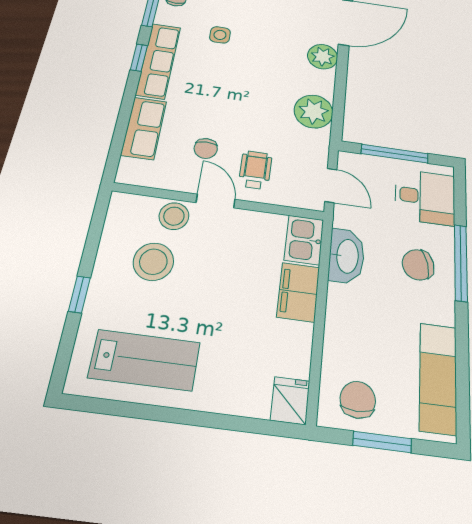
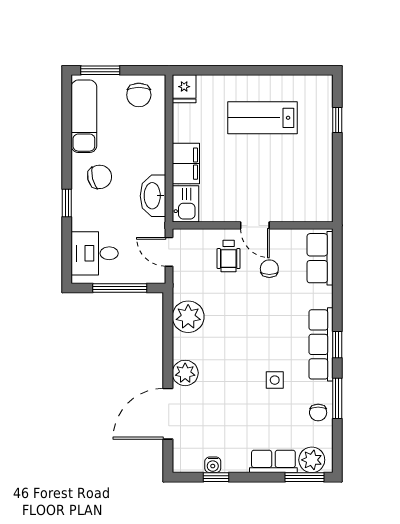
row of seats: (144, 128) -> (320, 258), moved
stool: (174, 216) -> (283, 209), removed
stool: (153, 262) -> (292, 172), removed
window: (461, 263) -> (67, 203), width x0.46
chair: (418, 265) -> (100, 177), moved
window: (79, 294) -> (337, 120), moved
lab bench: (145, 360) -> (262, 118), moved
window: (382, 442) -> (100, 70), moved

